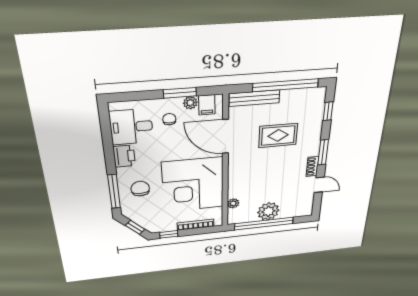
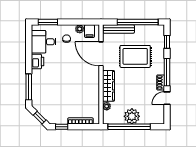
window: (180, 93) -> (48, 22), moved
rug: (278, 136) -> (135, 56), width x1.36, depth x1.43
window: (323, 152) -> (167, 72), width x1.44
wardrobe: (236, 178) -> (109, 86), added
corner desk: (193, 185) -> (80, 88), removed
door: (319, 185) -> (167, 98), swing flipped
chair: (140, 189) -> (45, 87), removed

